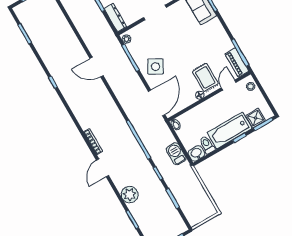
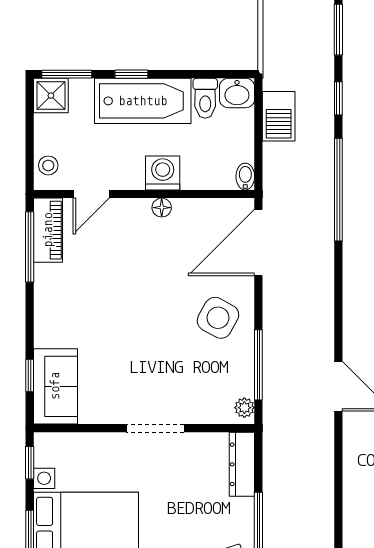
rug: (205, 78) -> (130, 237), removed
washing machine: (207, 108) -> (163, 173), added
shower: (256, 118) -> (51, 96), moved

